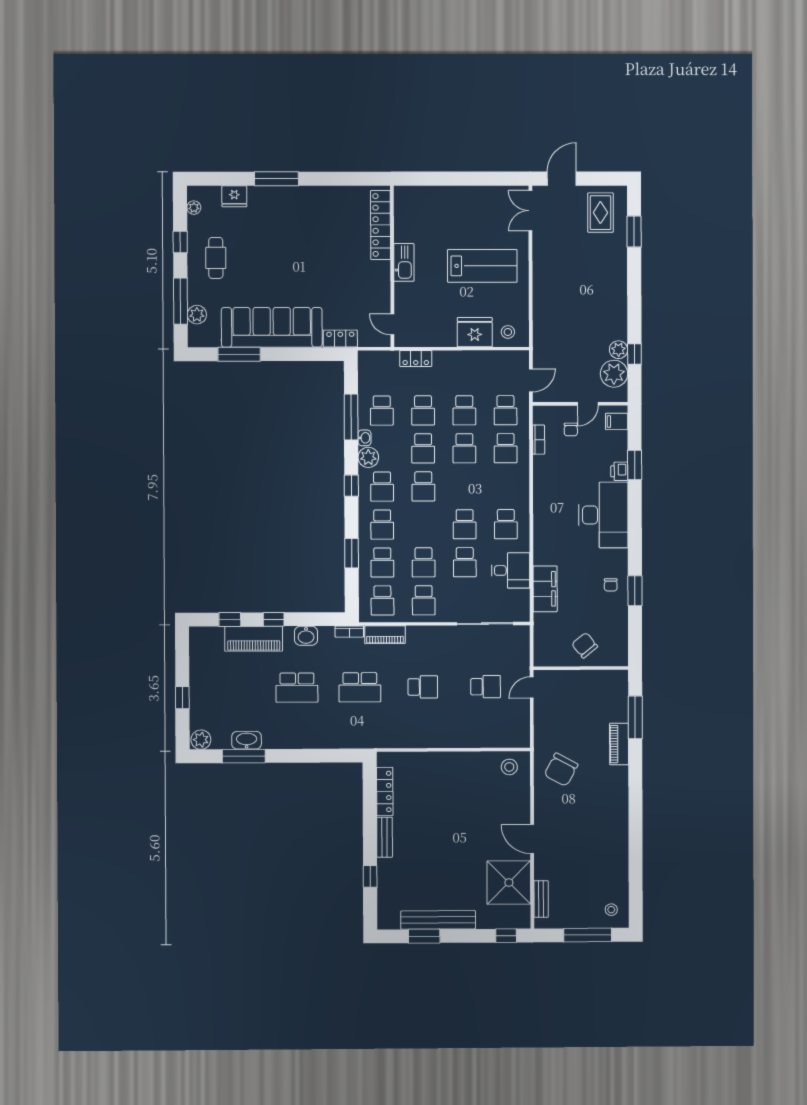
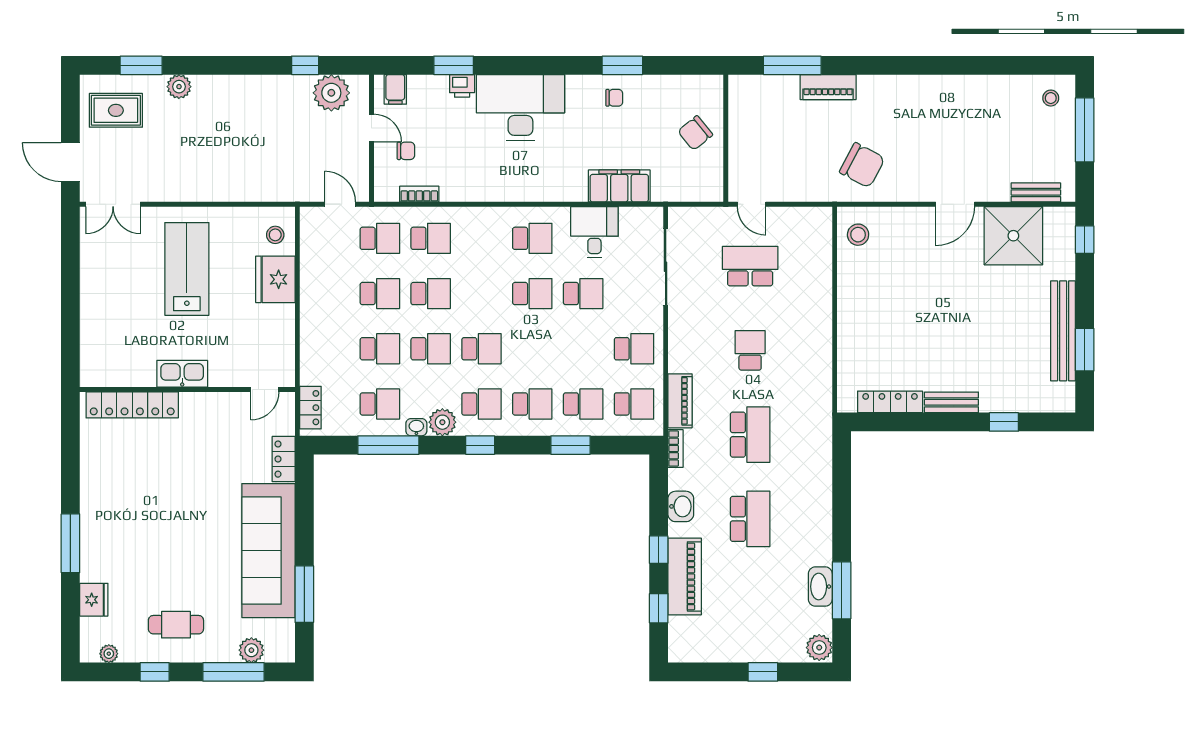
plant: (618, 350) -> (179, 87), moved
locker: (416, 359) -> (310, 408), moved
school desk: (424, 562) -> (583, 349), removed
school desk: (486, 687) -> (750, 266), width x1.85

